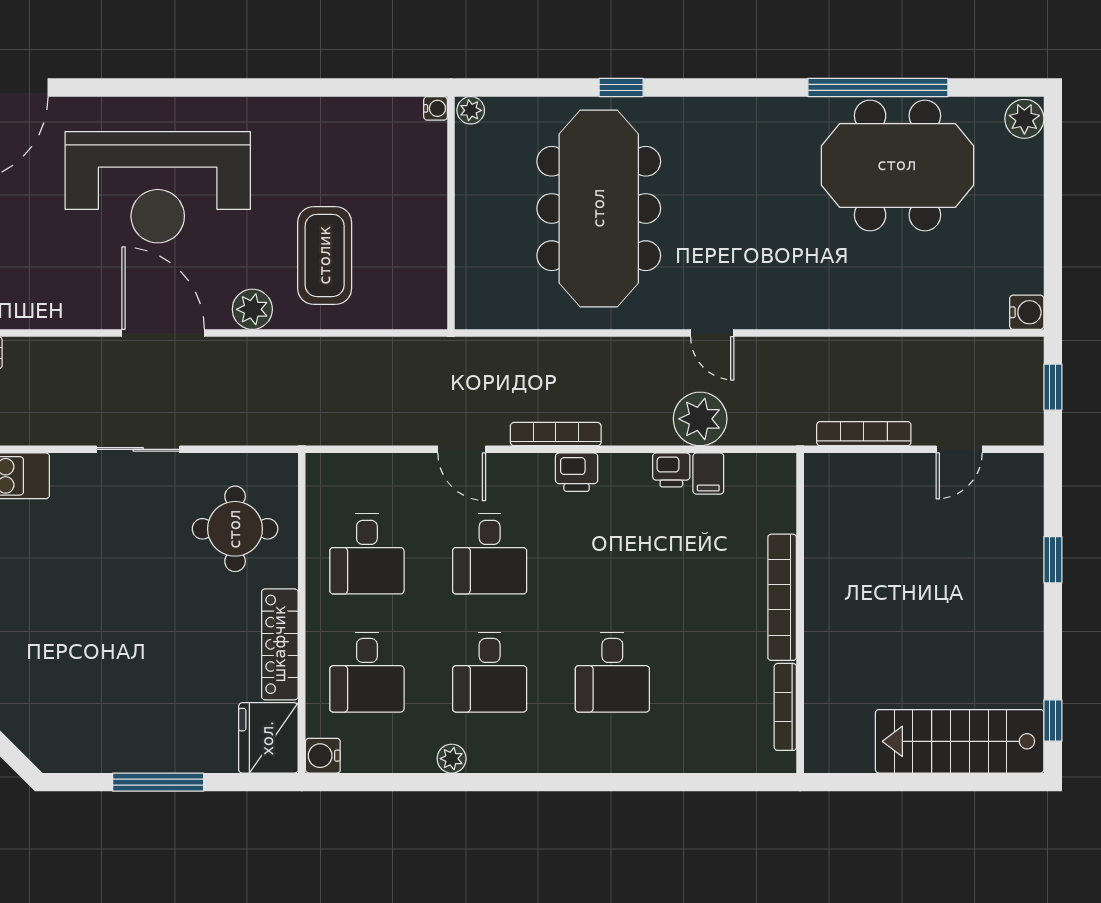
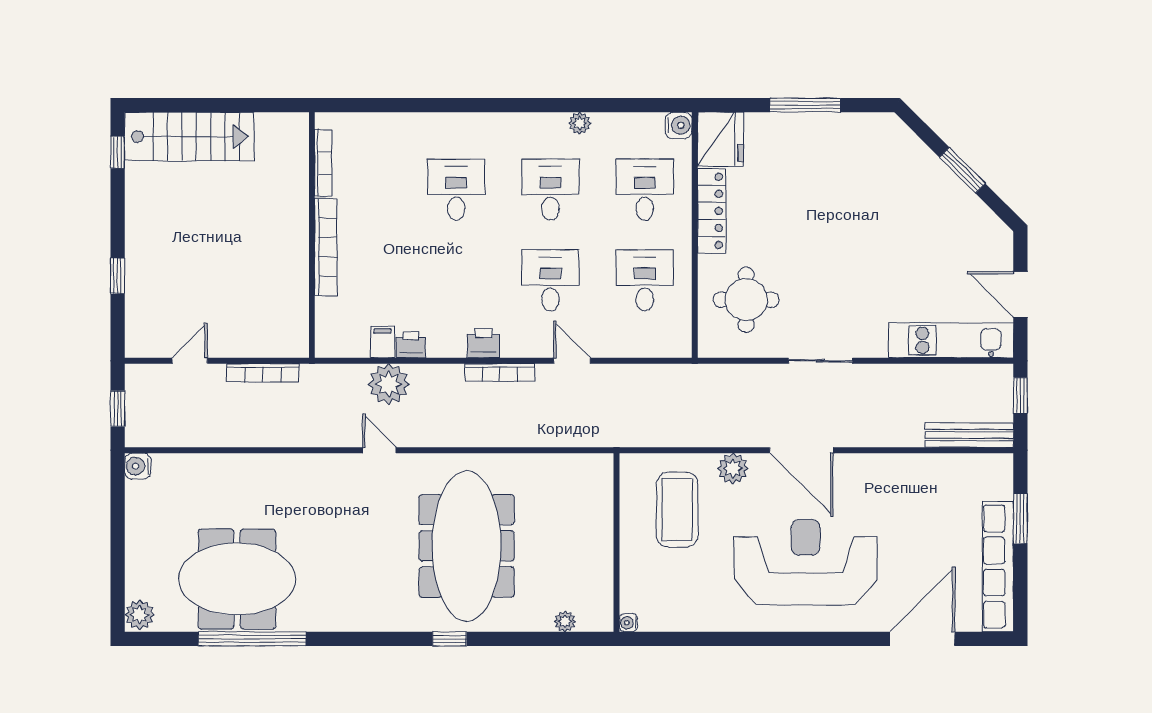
water cooler: (436, 108) -> (628, 623), moved
wall: (451, 213) -> (616, 542), moved

